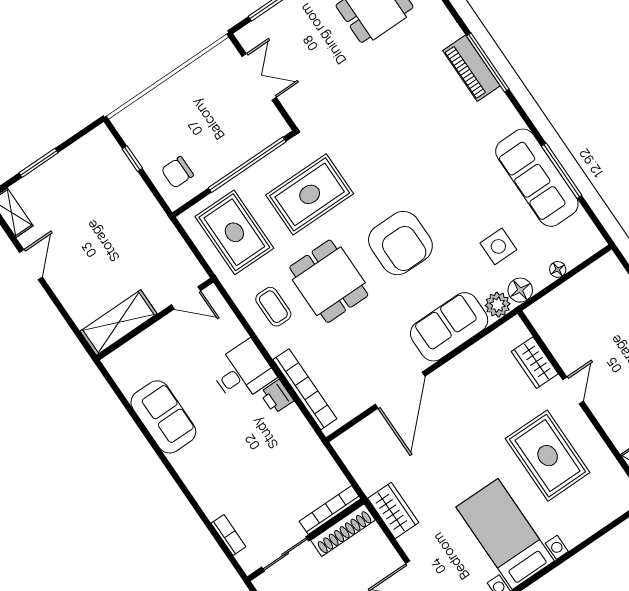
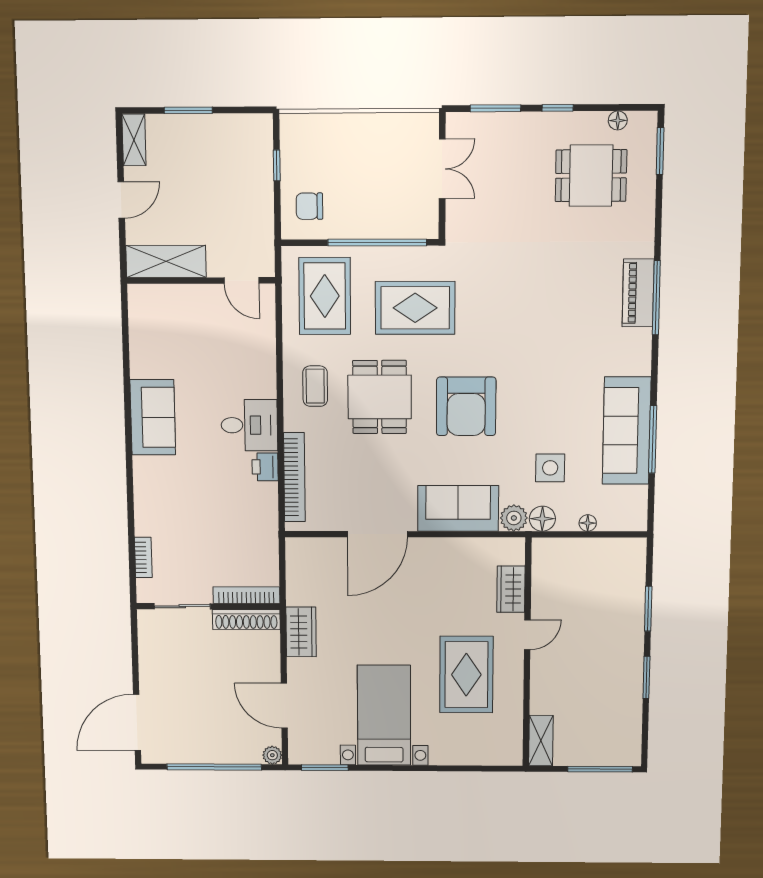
door: (186, 298) -> (242, 280), moved
wall: (155, 319) -> (201, 281), moved
shelving: (119, 322) -> (166, 261), moved

